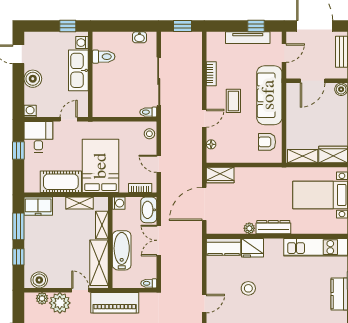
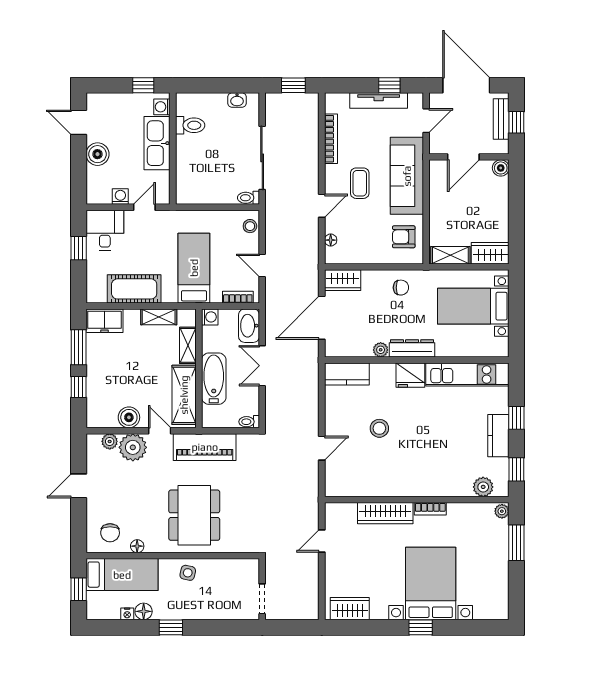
bookcase: (211, 74) -> (331, 139), width x1.56
washing machine: (30, 111) -> (120, 197), moved
bed: (101, 166) -> (194, 268), width x0.67
chair: (265, 181) -> (401, 288), added
fridge: (253, 248) -> (410, 375), moved
boiler: (39, 280) -> (129, 417), moved

